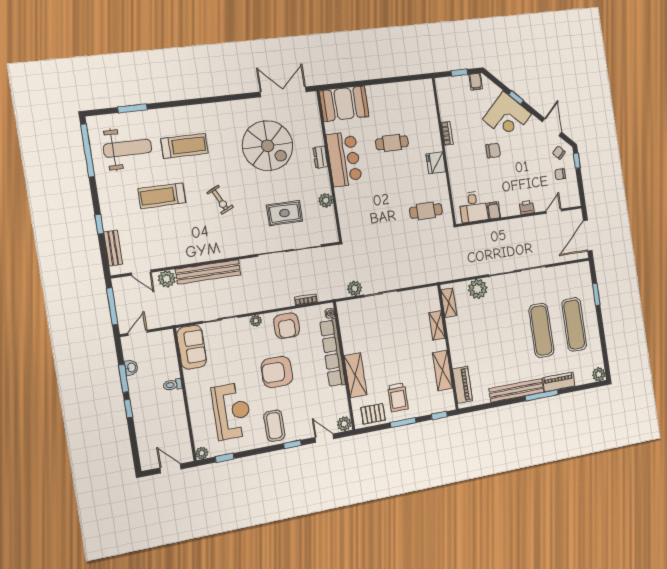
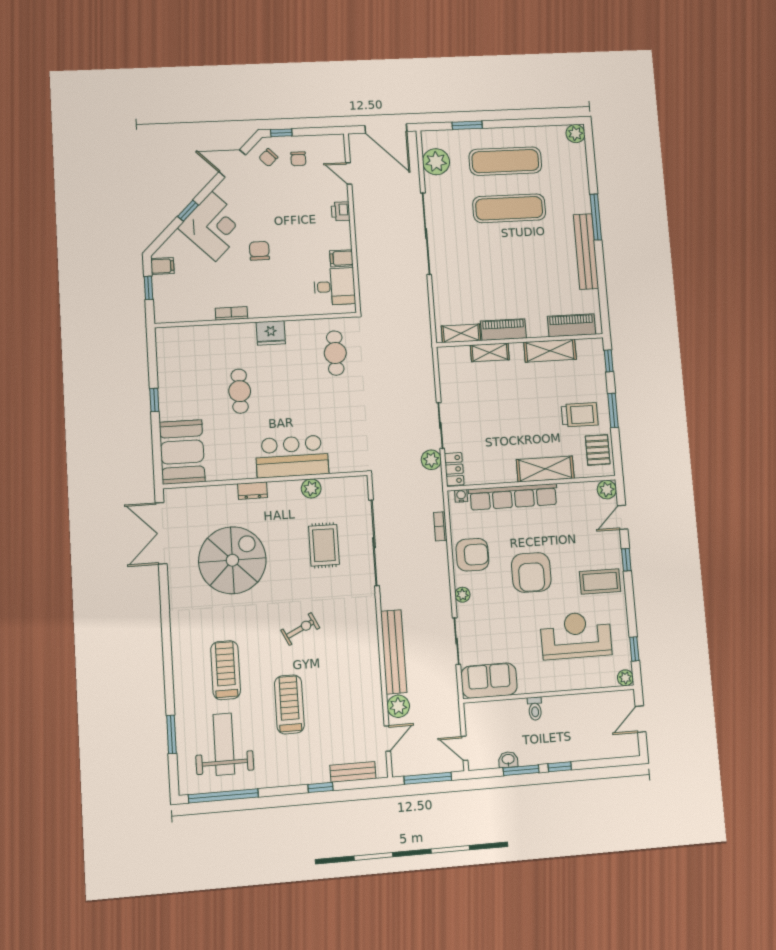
window: (380, 81) -> (154, 400), added
bar counter: (344, 159) -> (292, 456), moved
treadmill: (162, 196) -> (289, 704), turned 180
plant: (478, 289) -> (436, 162), moved
locker: (349, 306) -> (454, 469), added
piano: (559, 382) -> (503, 330), moved, turned 90

